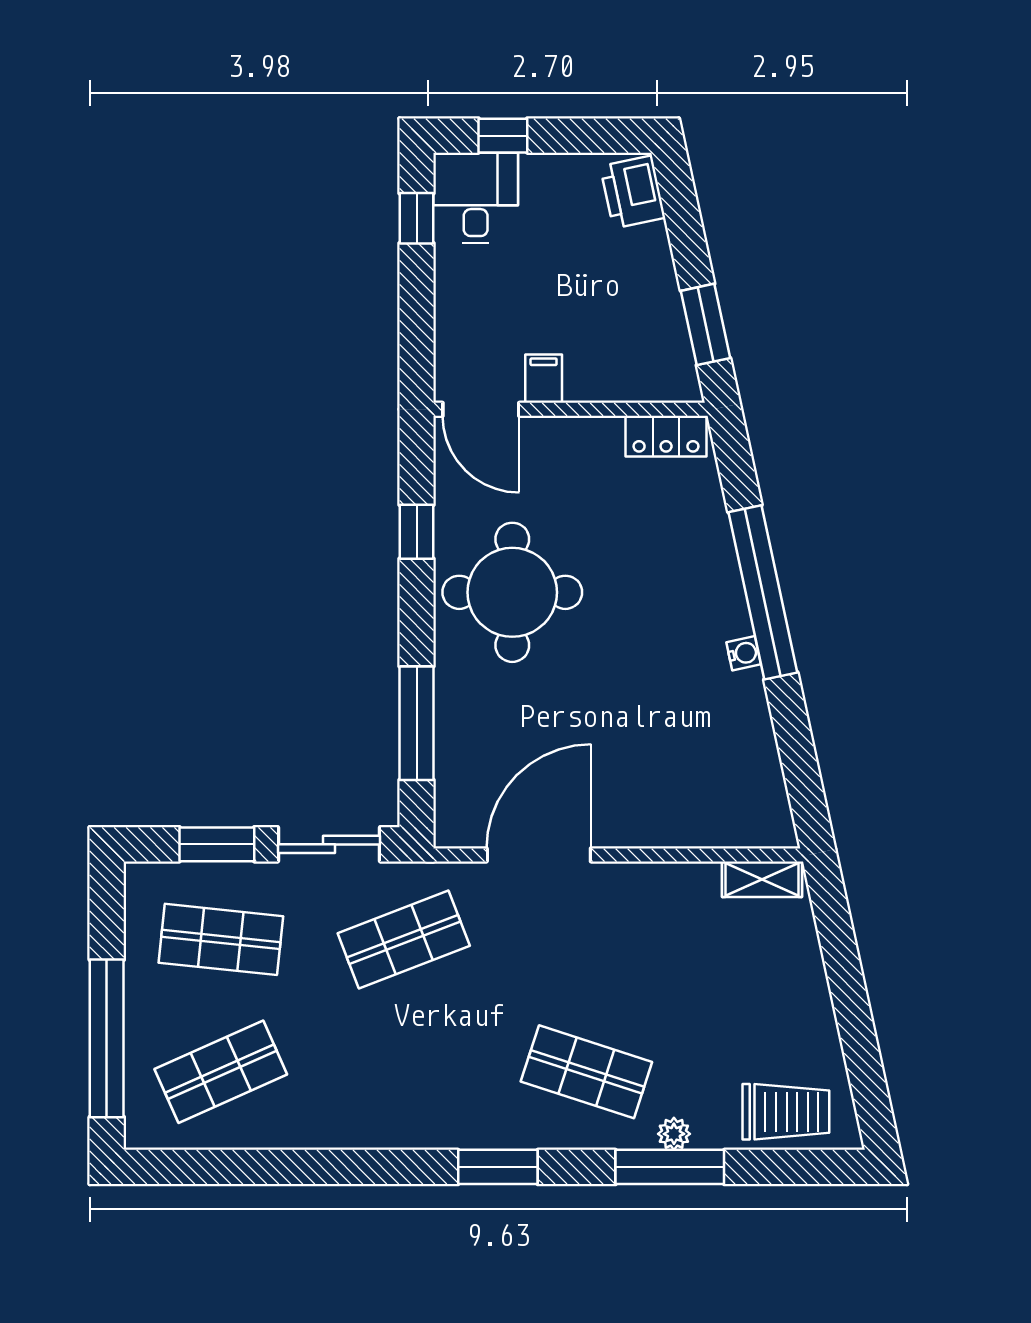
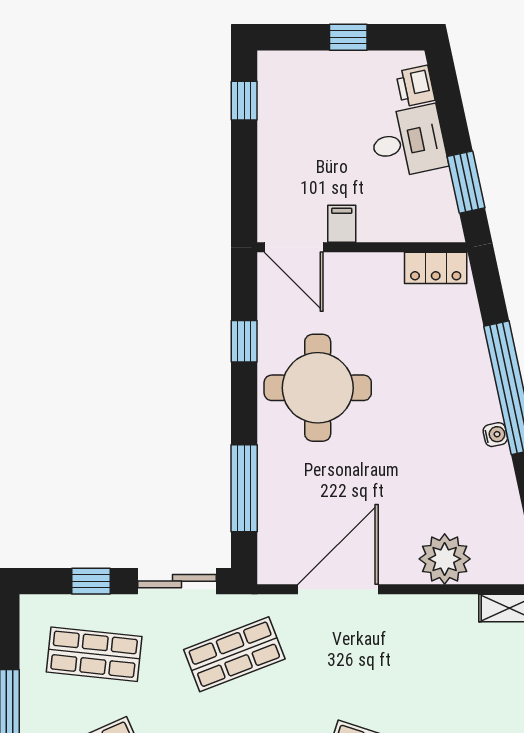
window: (503, 136) -> (348, 37), moved
printer: (633, 192) -> (415, 86), width x0.73, depth x0.81
desk: (476, 198) -> (408, 142), moved, turned 78
plant: (678, 815) -> (445, 559), added
window: (217, 844) -> (91, 581), width x0.67

